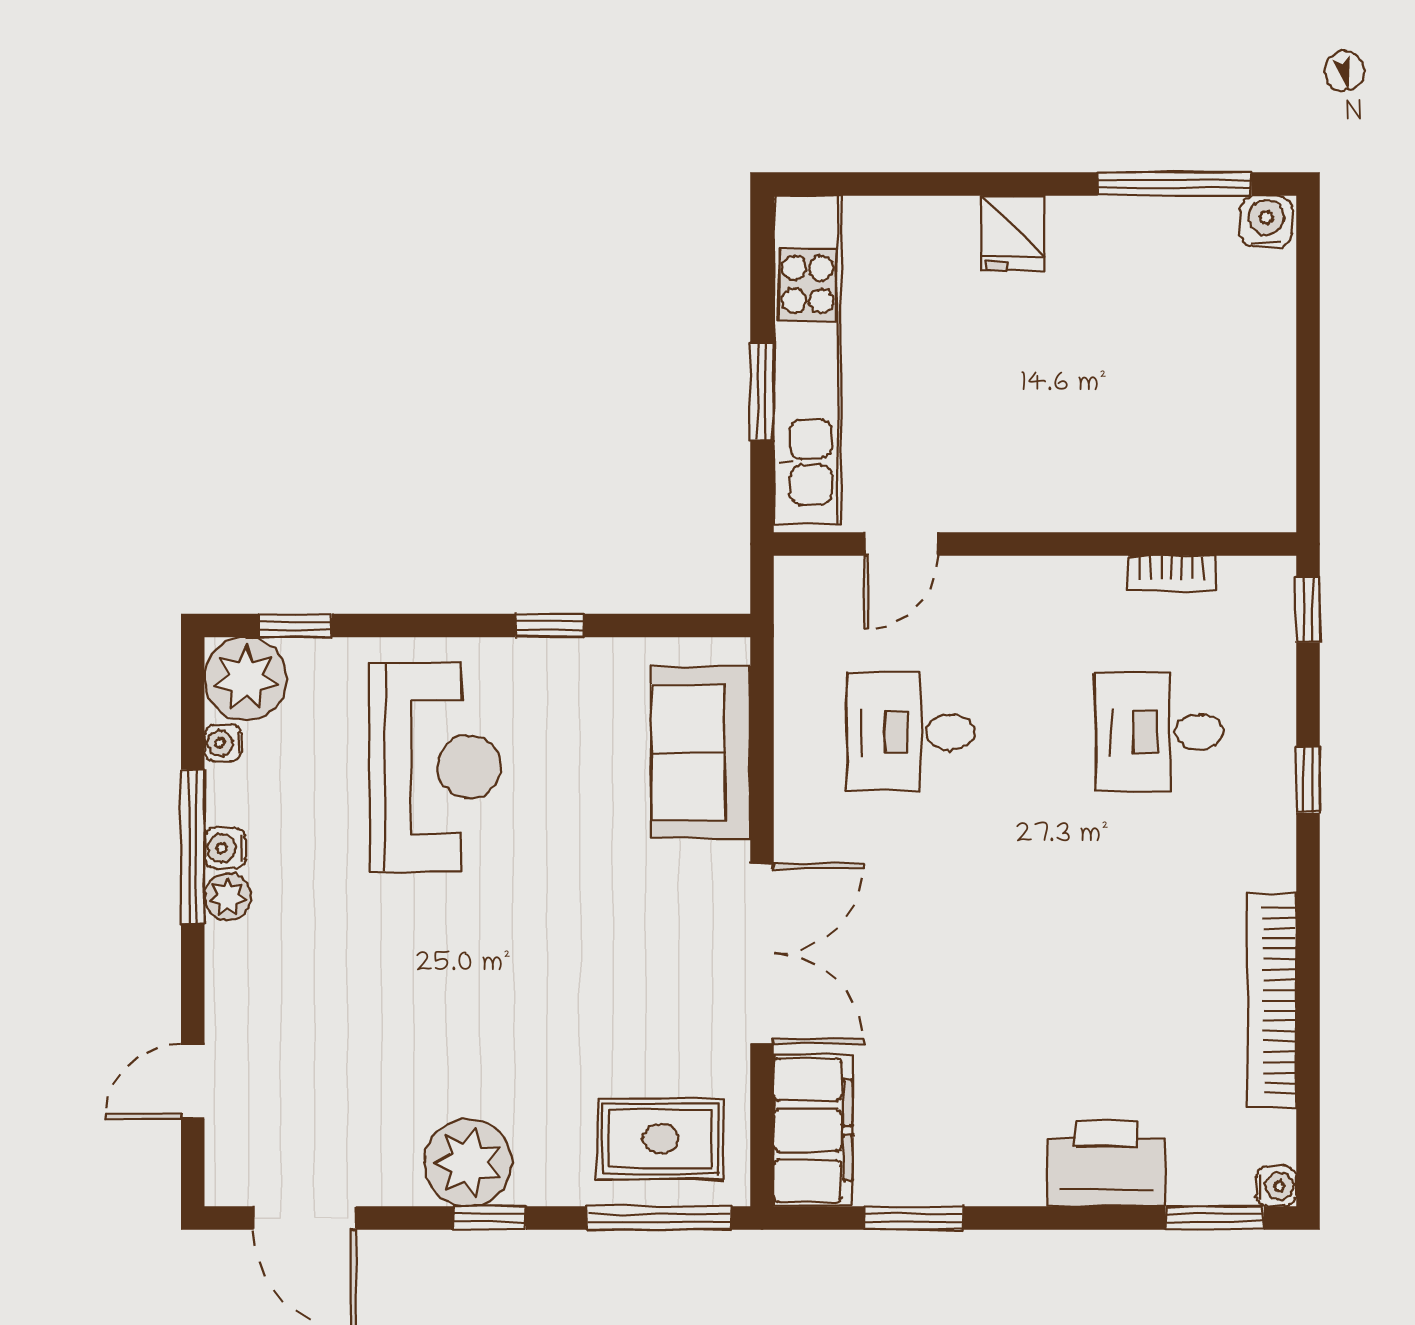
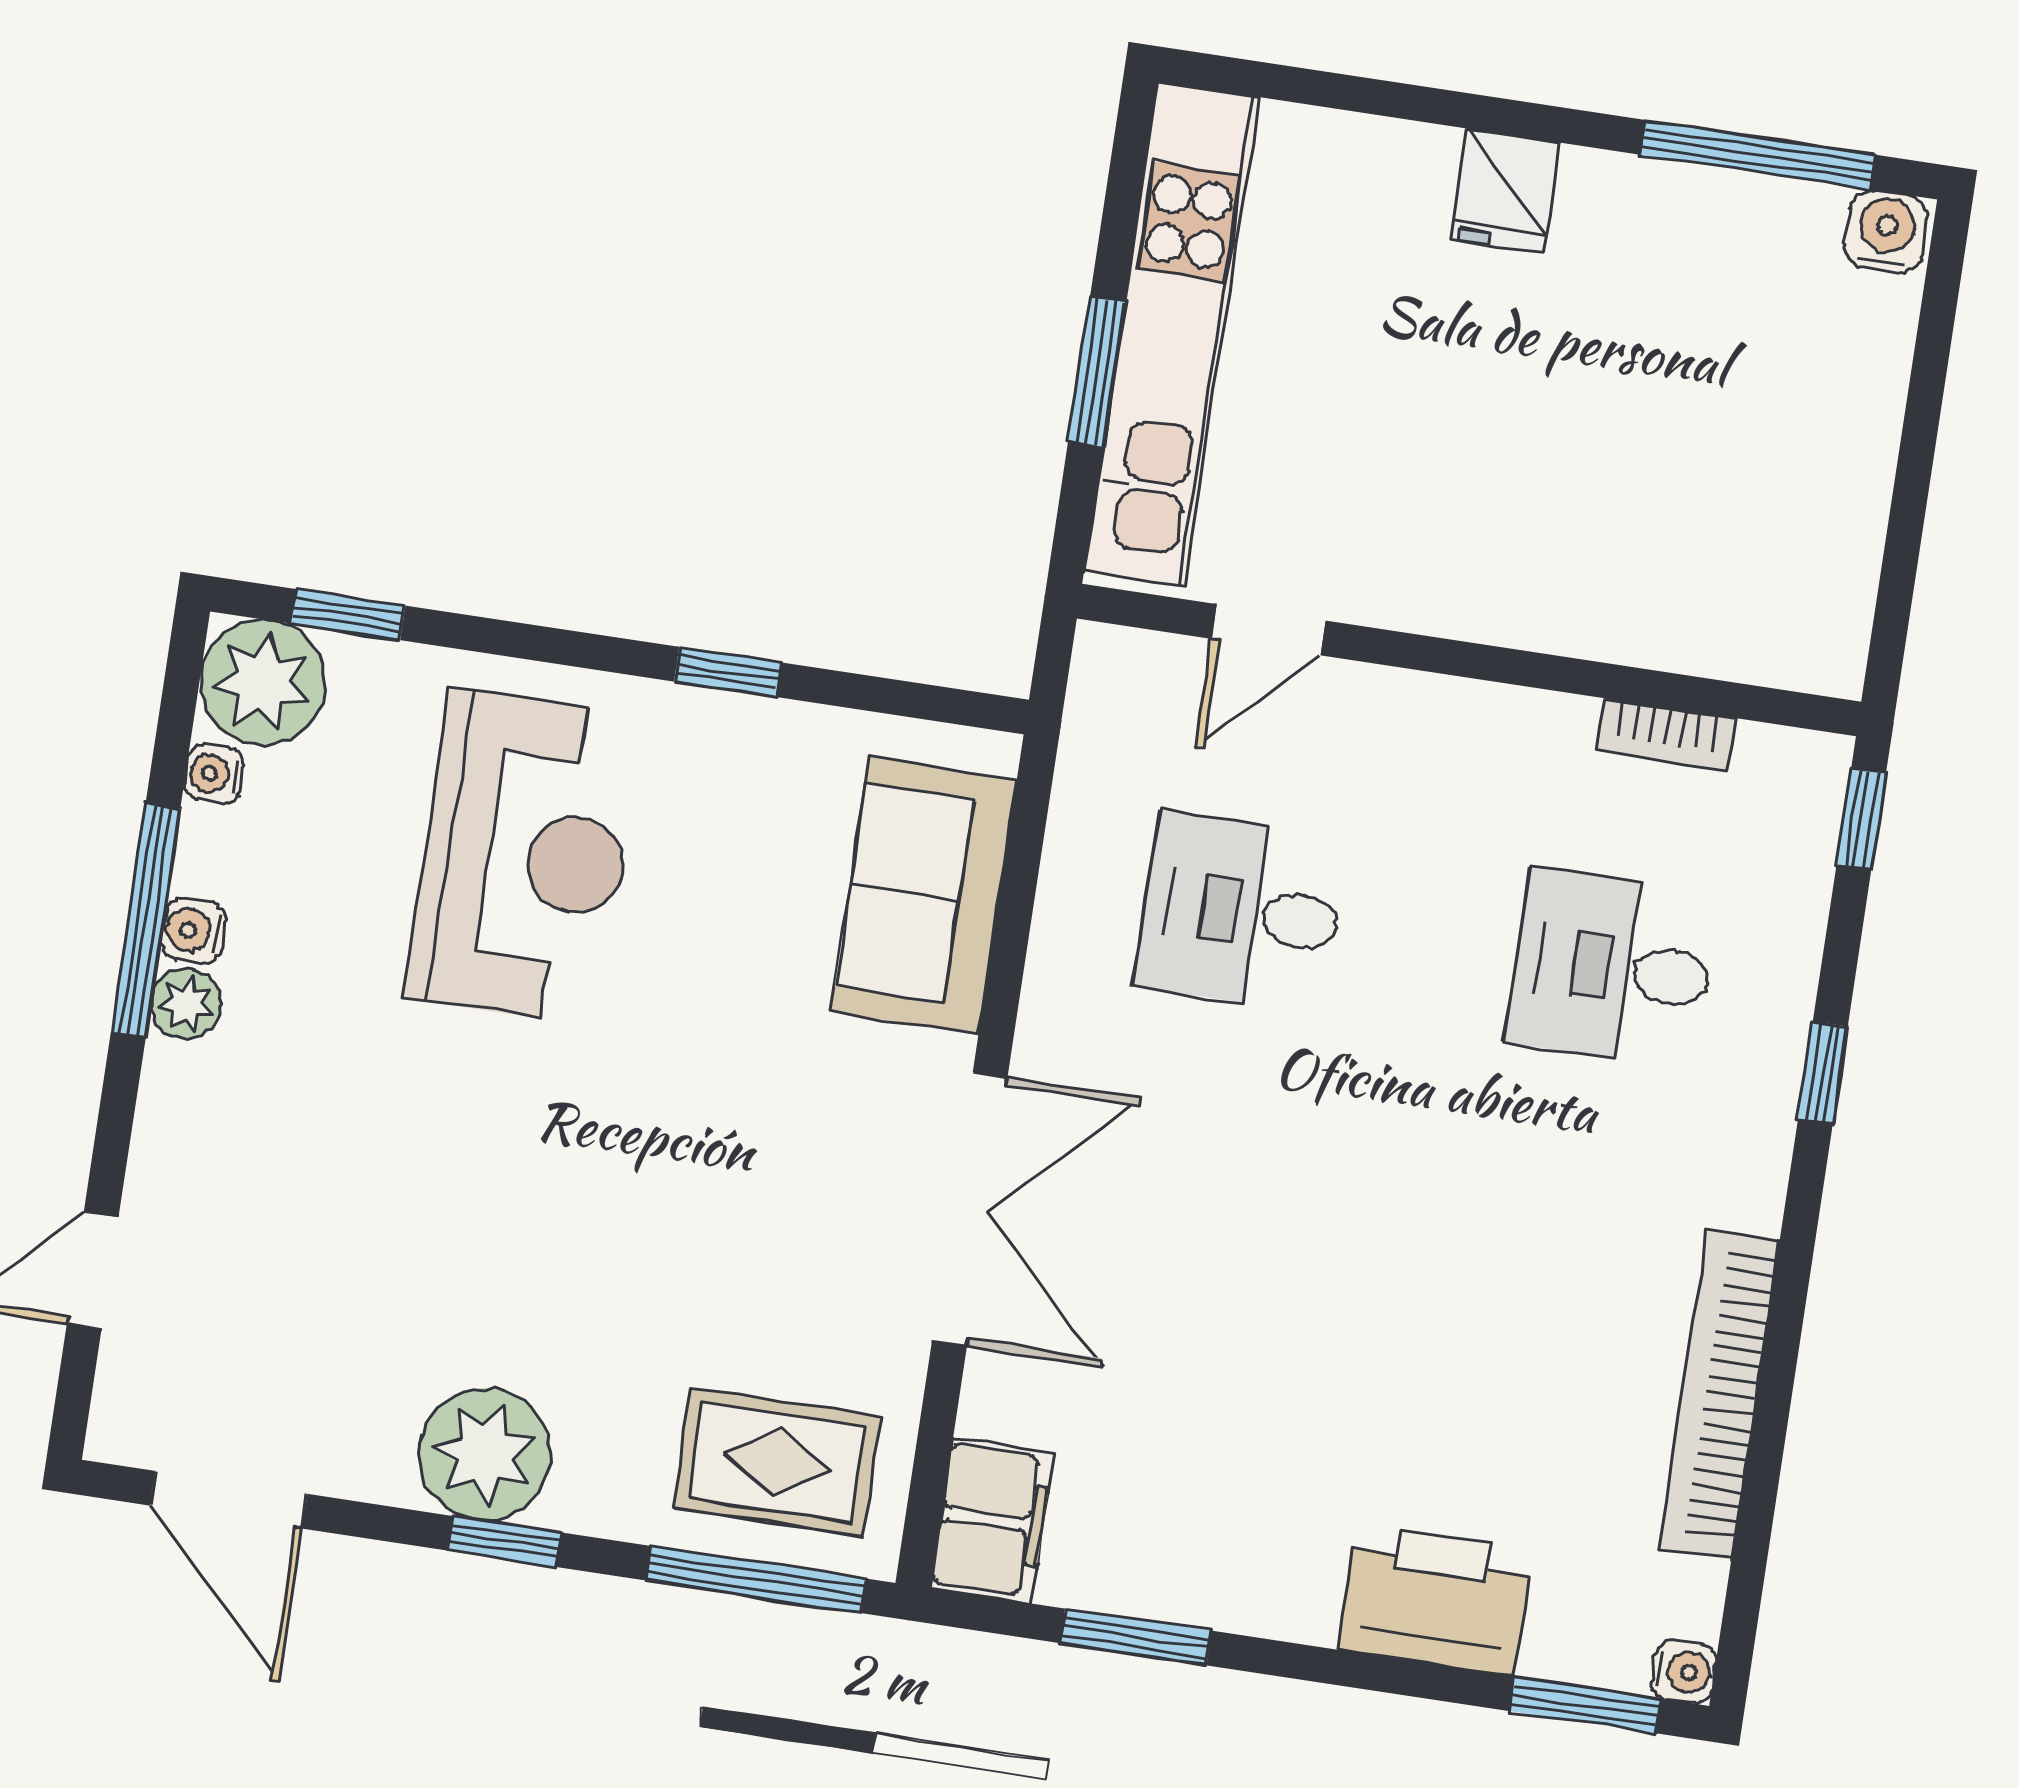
filing cabinet: (813, 1130) -> (992, 1520), width x0.67, depth x0.86

